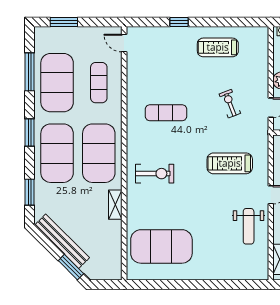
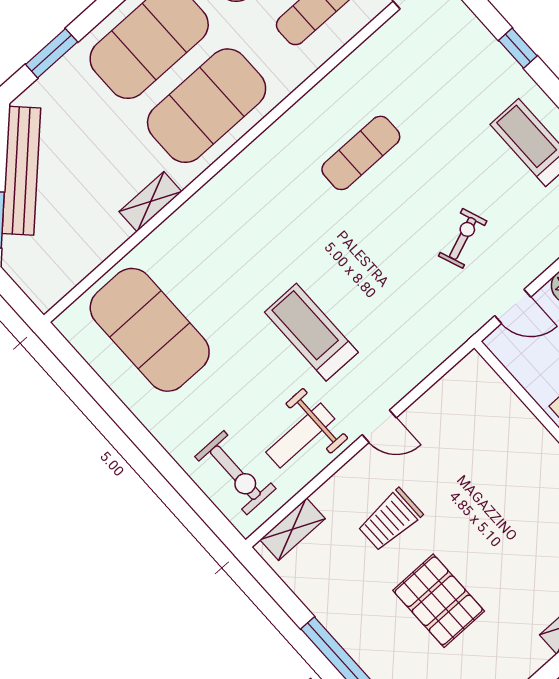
exercise mat: (166, 113) -> (361, 153), turned 90
treadmill: (230, 163) -> (311, 332), moved
exercise bike: (155, 174) -> (235, 473), moved

